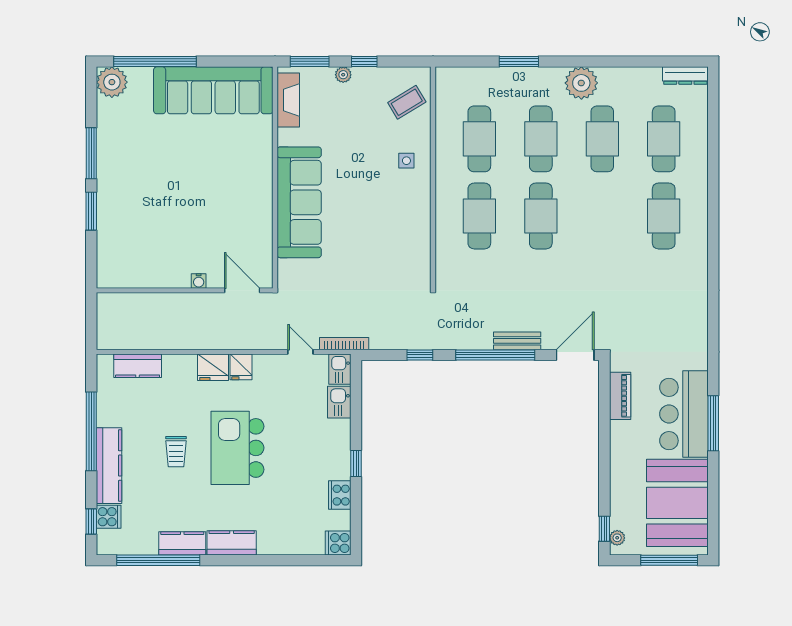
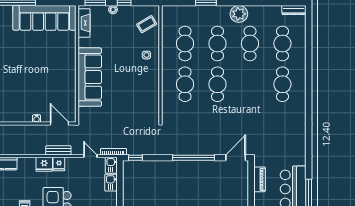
bench: (517, 341) -> (58, 150), moved
window: (420, 355) -> (135, 158), moved

